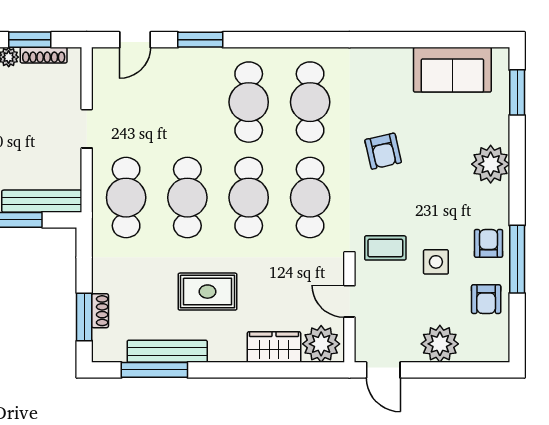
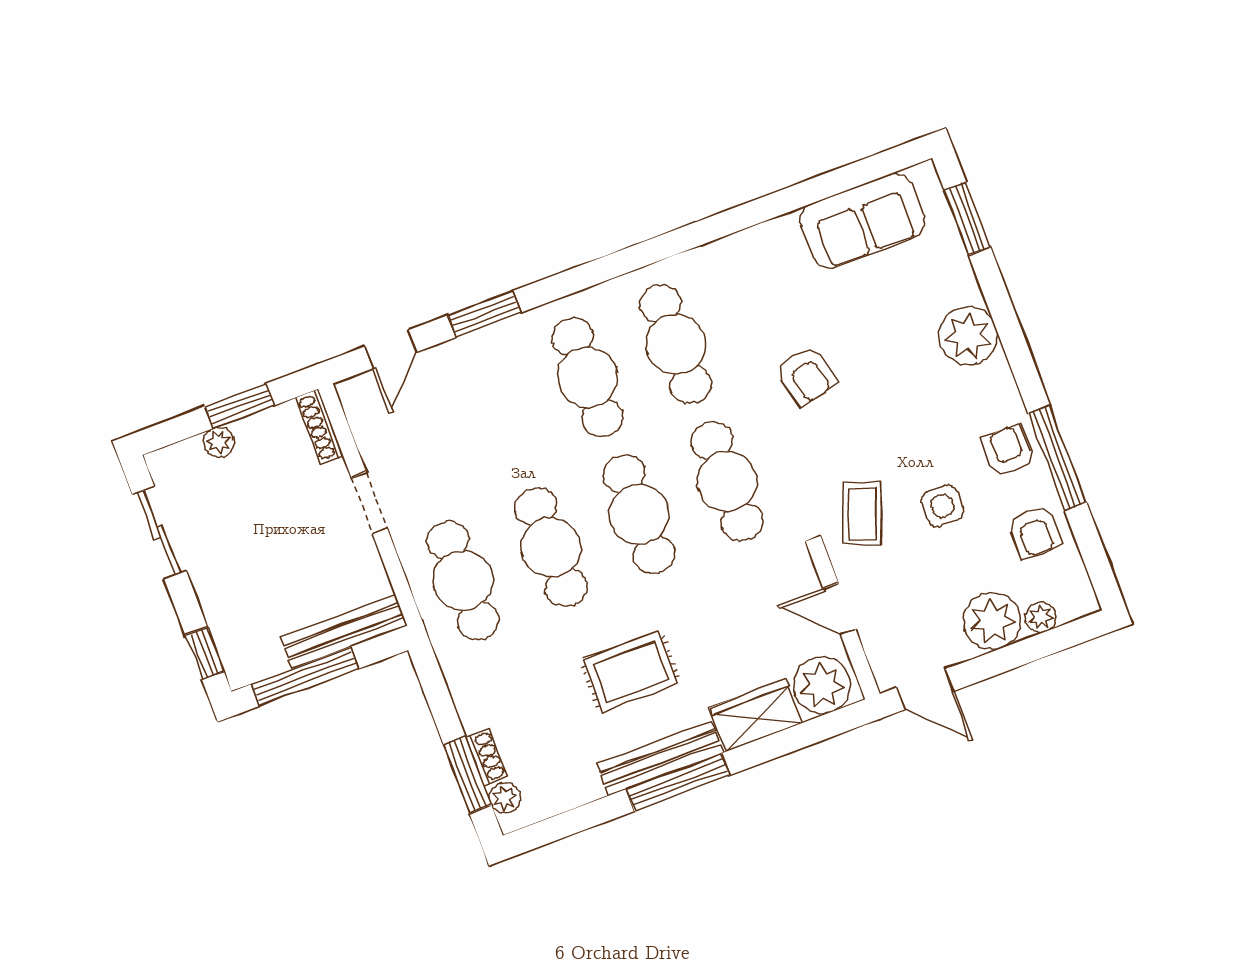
shoe rack: (44, 55) -> (319, 426), moved, turned 90
coffee table: (385, 248) -> (862, 513), turned -70
plant: (102, 340) -> (505, 798), added
bench: (167, 351) -> (660, 758), moved
plant: (470, 352) -> (1041, 617), added
window: (154, 370) -> (678, 782), moved

